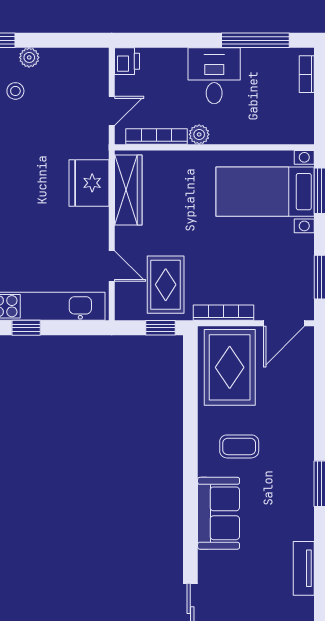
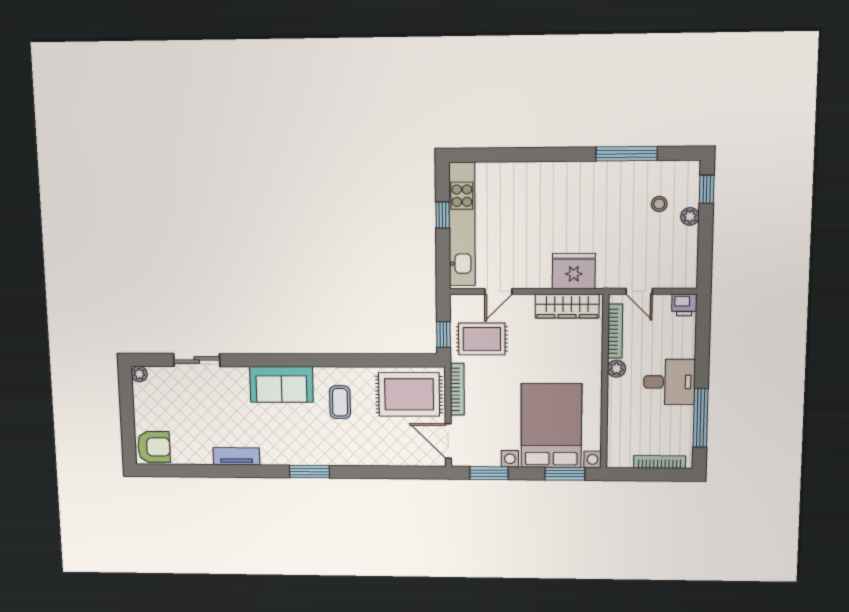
bookcase: (307, 74) -> (660, 462), width x1.56
bed with nightstands: (265, 192) -> (551, 426), width x1.36

